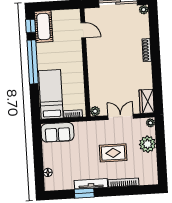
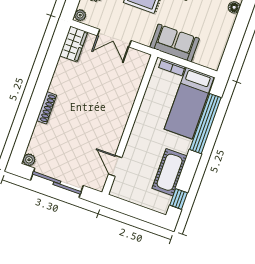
cot: (44, 27) -> (170, 172), moved
window: (33, 62) -> (205, 124), moved
plant: (95, 111) -> (143, 59), removed
sofa: (57, 132) -> (175, 43), moved

